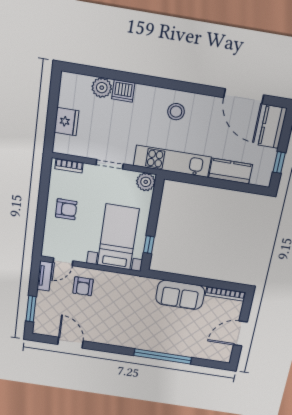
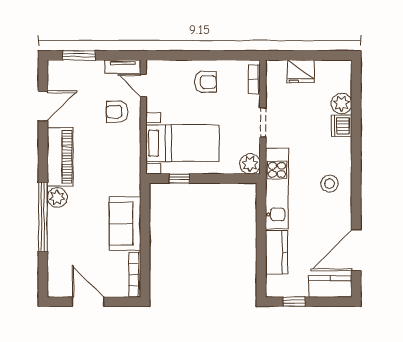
armchair: (66, 209) -> (205, 82), turned -90
piano: (115, 336) -> (60, 157), added
plant: (149, 344) -> (57, 197), added

